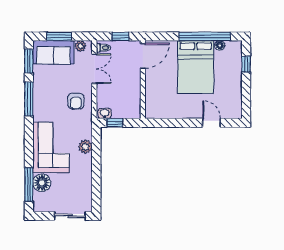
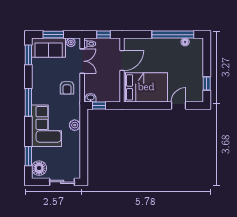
door: (143, 56) -> (122, 61), moved
window: (246, 64) -> (207, 84), moved
bed: (196, 67) -> (146, 87), moved, turned -90
window: (29, 99) -> (28, 102), moved
door: (212, 123) -> (178, 105), hinge flipped
floor lamp: (42, 183) -> (39, 168), moved
window: (29, 185) -> (28, 156), width x0.69

